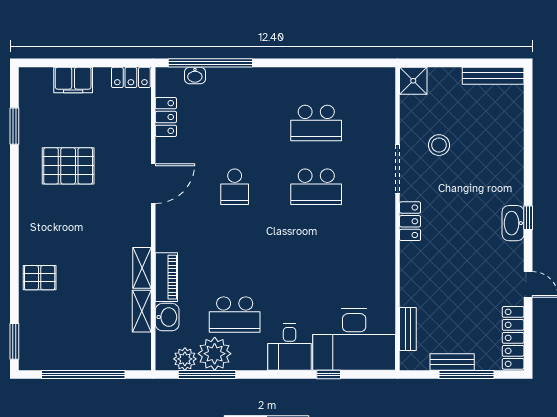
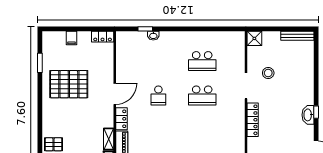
window: (210, 63) -> (145, 29), width x0.32
washbasin: (195, 76) -> (153, 36), moved
filing cabinet: (73, 80) -> (72, 38), width x0.50
locker: (166, 117) -> (121, 119), moved
pallet: (68, 166) -> (69, 84), width x1.37, depth x1.41
locker: (410, 221) -> (253, 120), width x1.53

